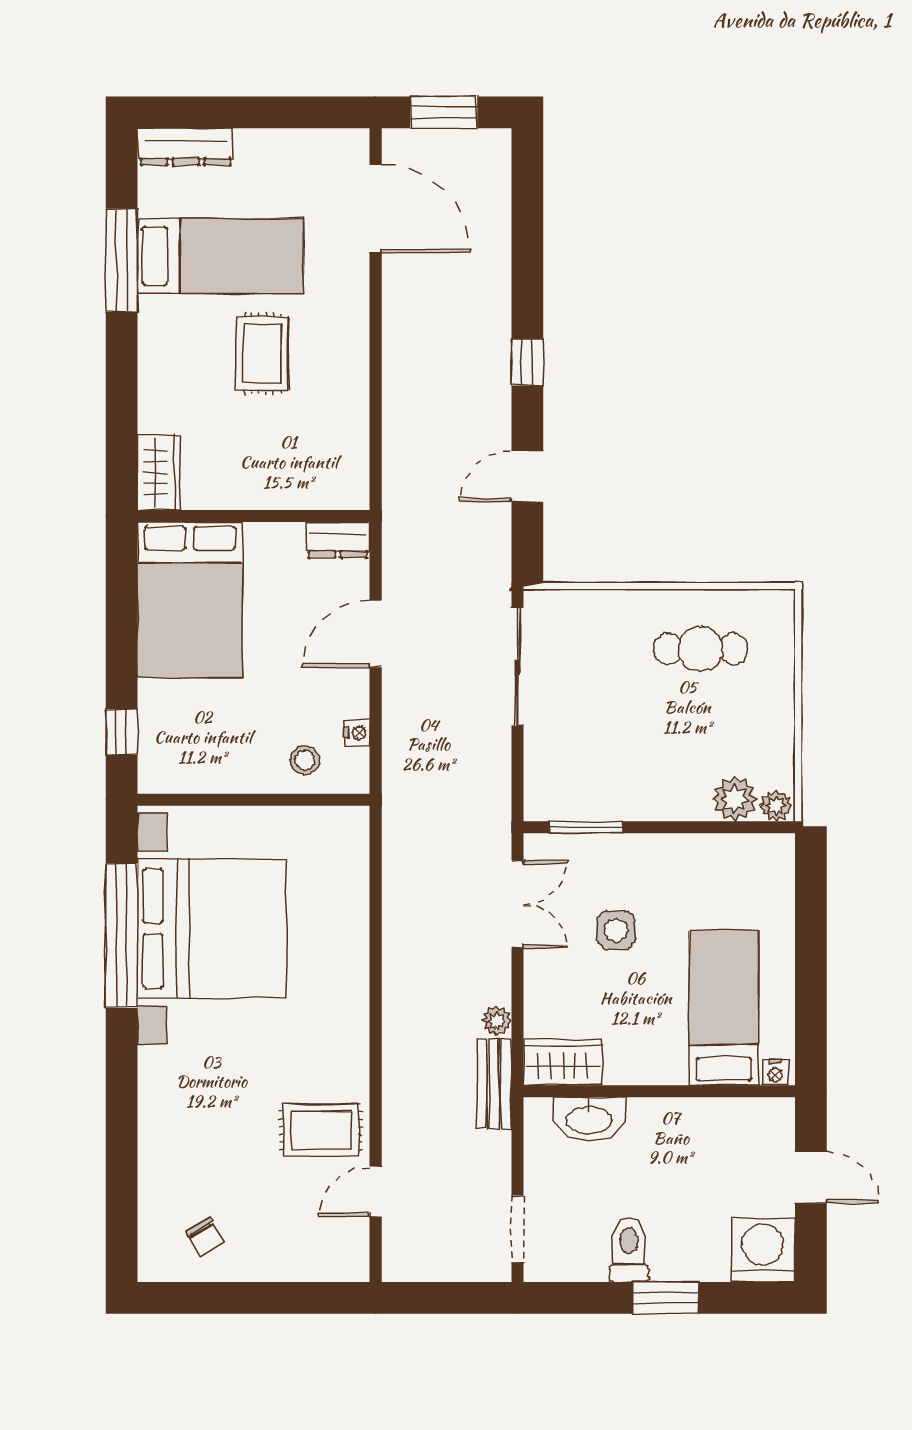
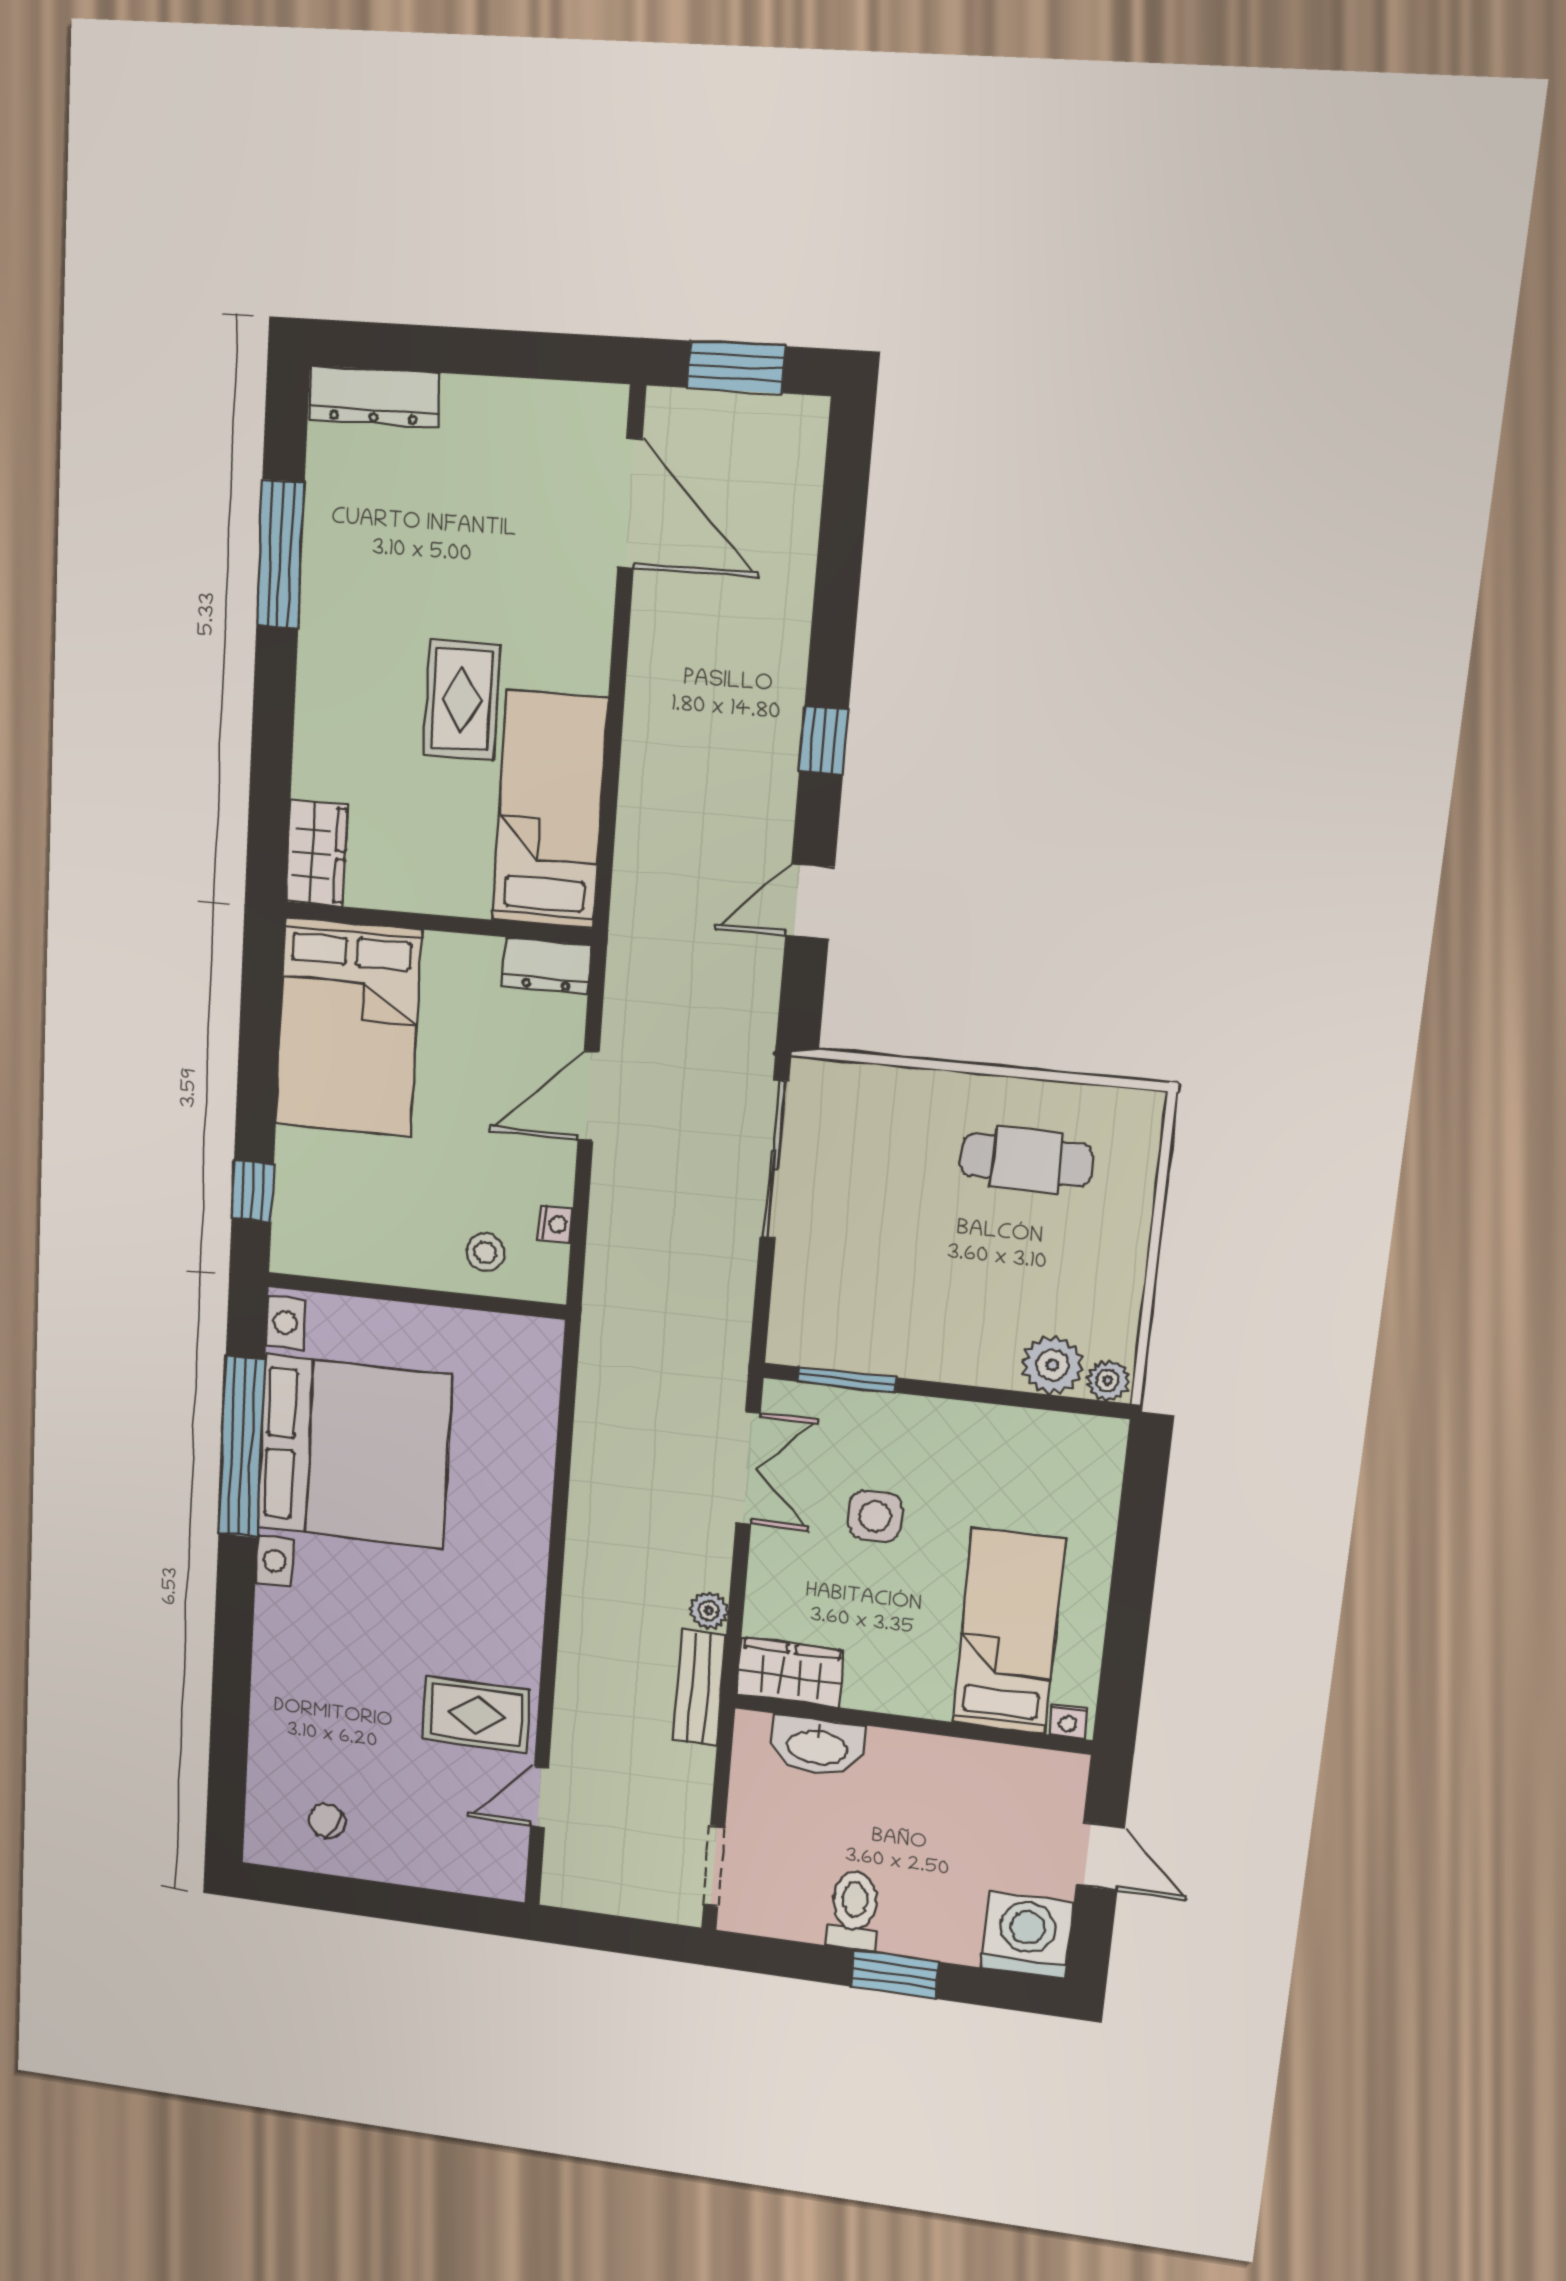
bed: (220, 256) -> (550, 810), moved, turned -90
chair: (205, 1237) -> (327, 1821), turned 149

